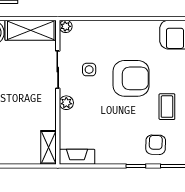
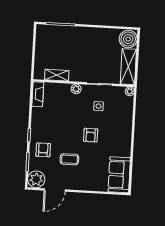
armchair: (131, 78) -> (91, 135), width x0.53, depth x0.53
armchair: (156, 145) -> (43, 150), turned -92
shelving: (48, 147) -> (57, 75), moved

